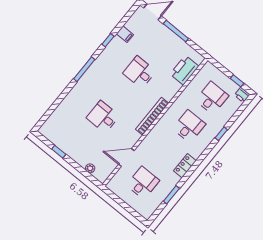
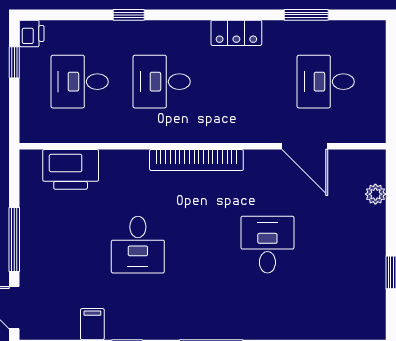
desk: (103, 117) -> (267, 245), turned 180

